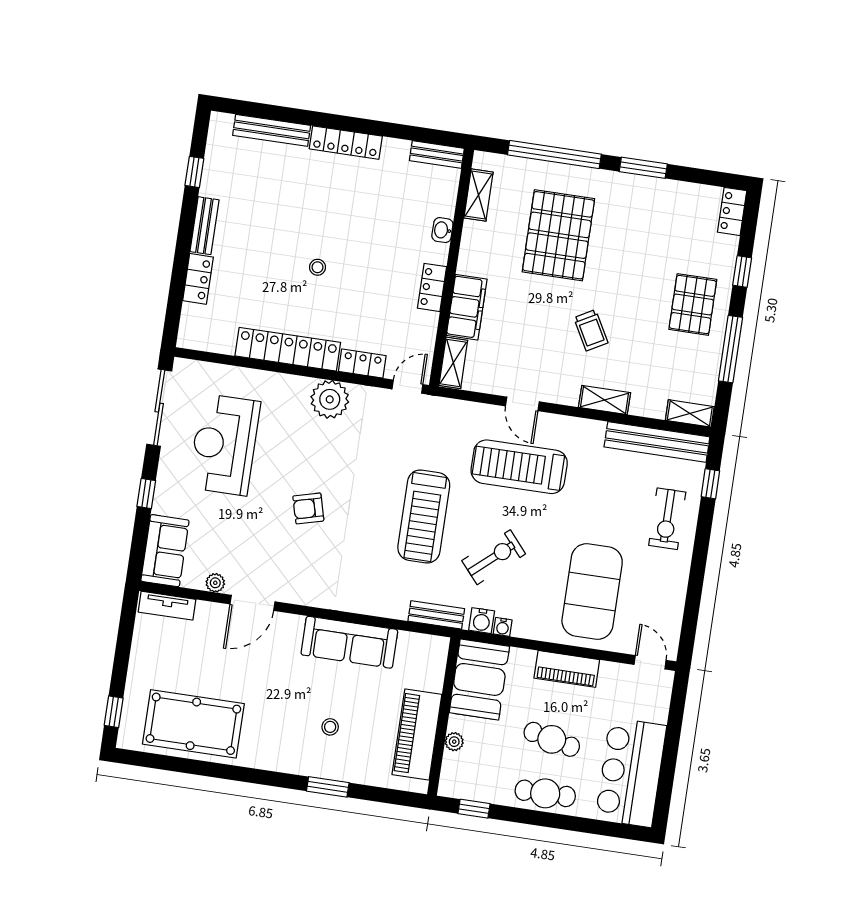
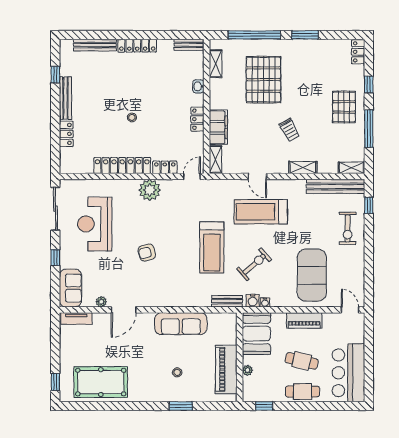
bench: (204, 226) -> (65, 98), width x1.36

